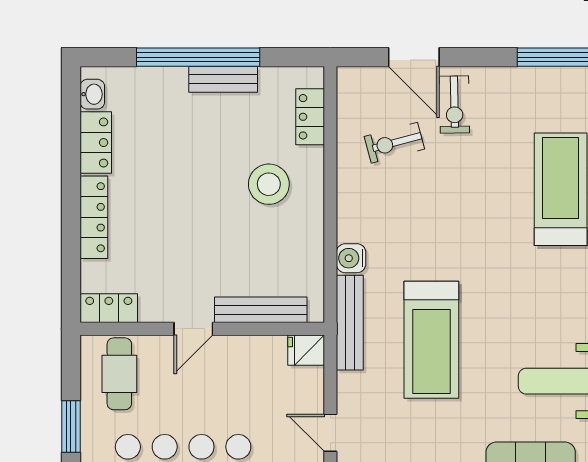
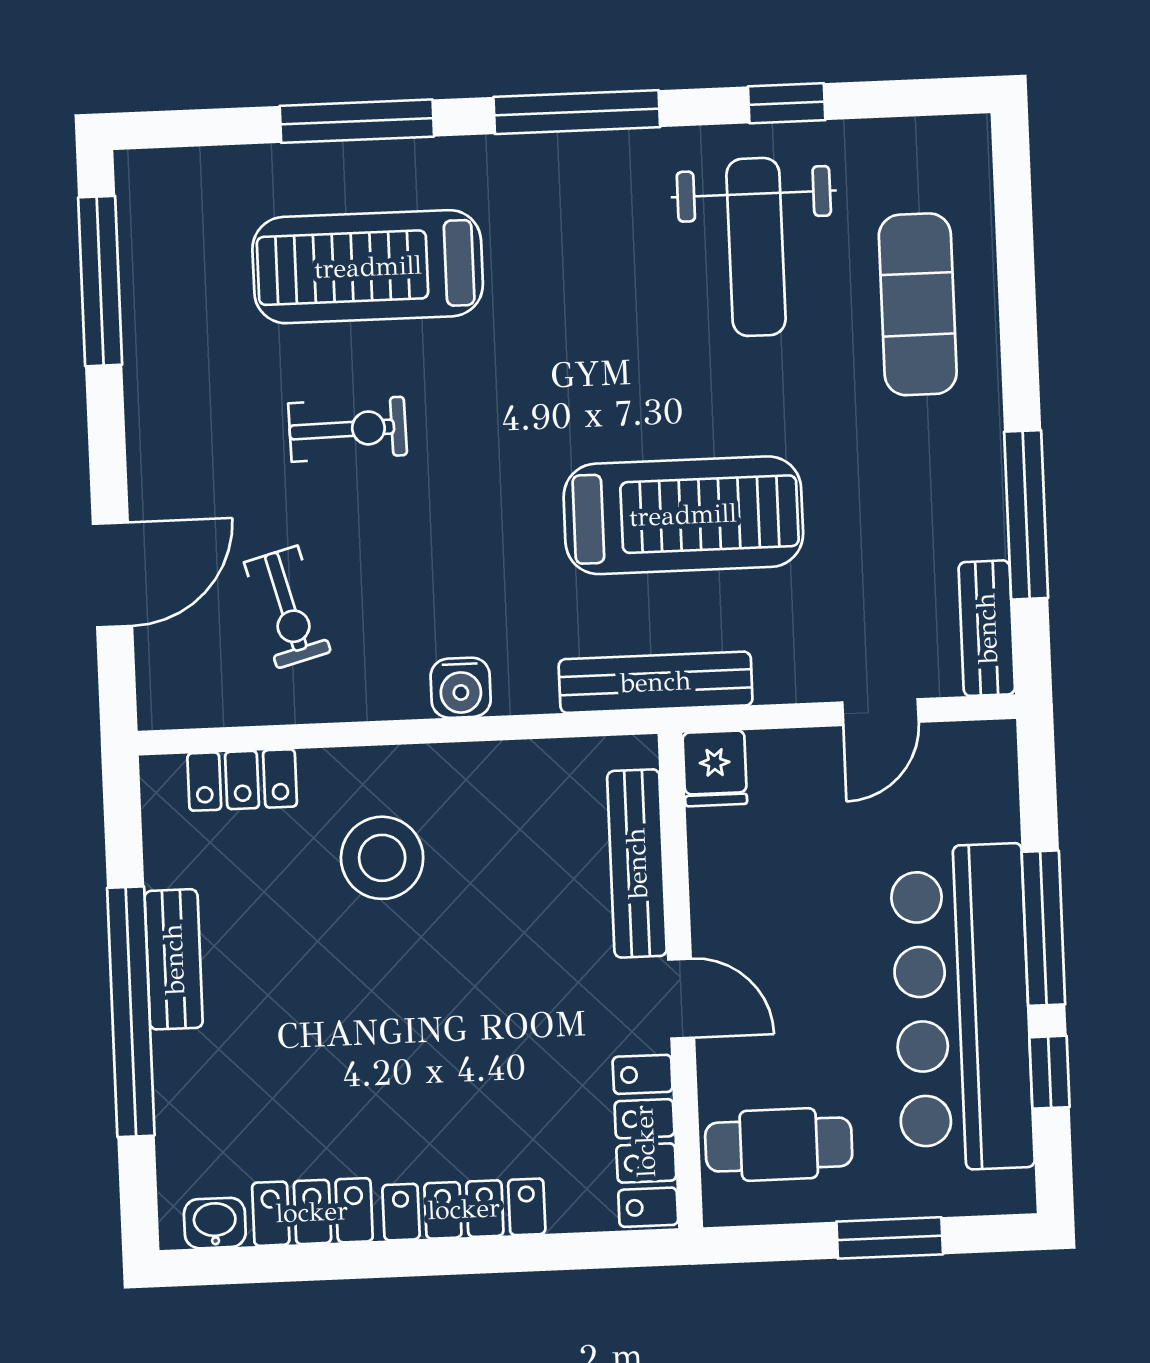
exercise bike: (454, 105) -> (348, 429), moved
water cooler: (351, 258) -> (461, 688), moved
locker: (109, 308) -> (645, 1141), width x1.53

